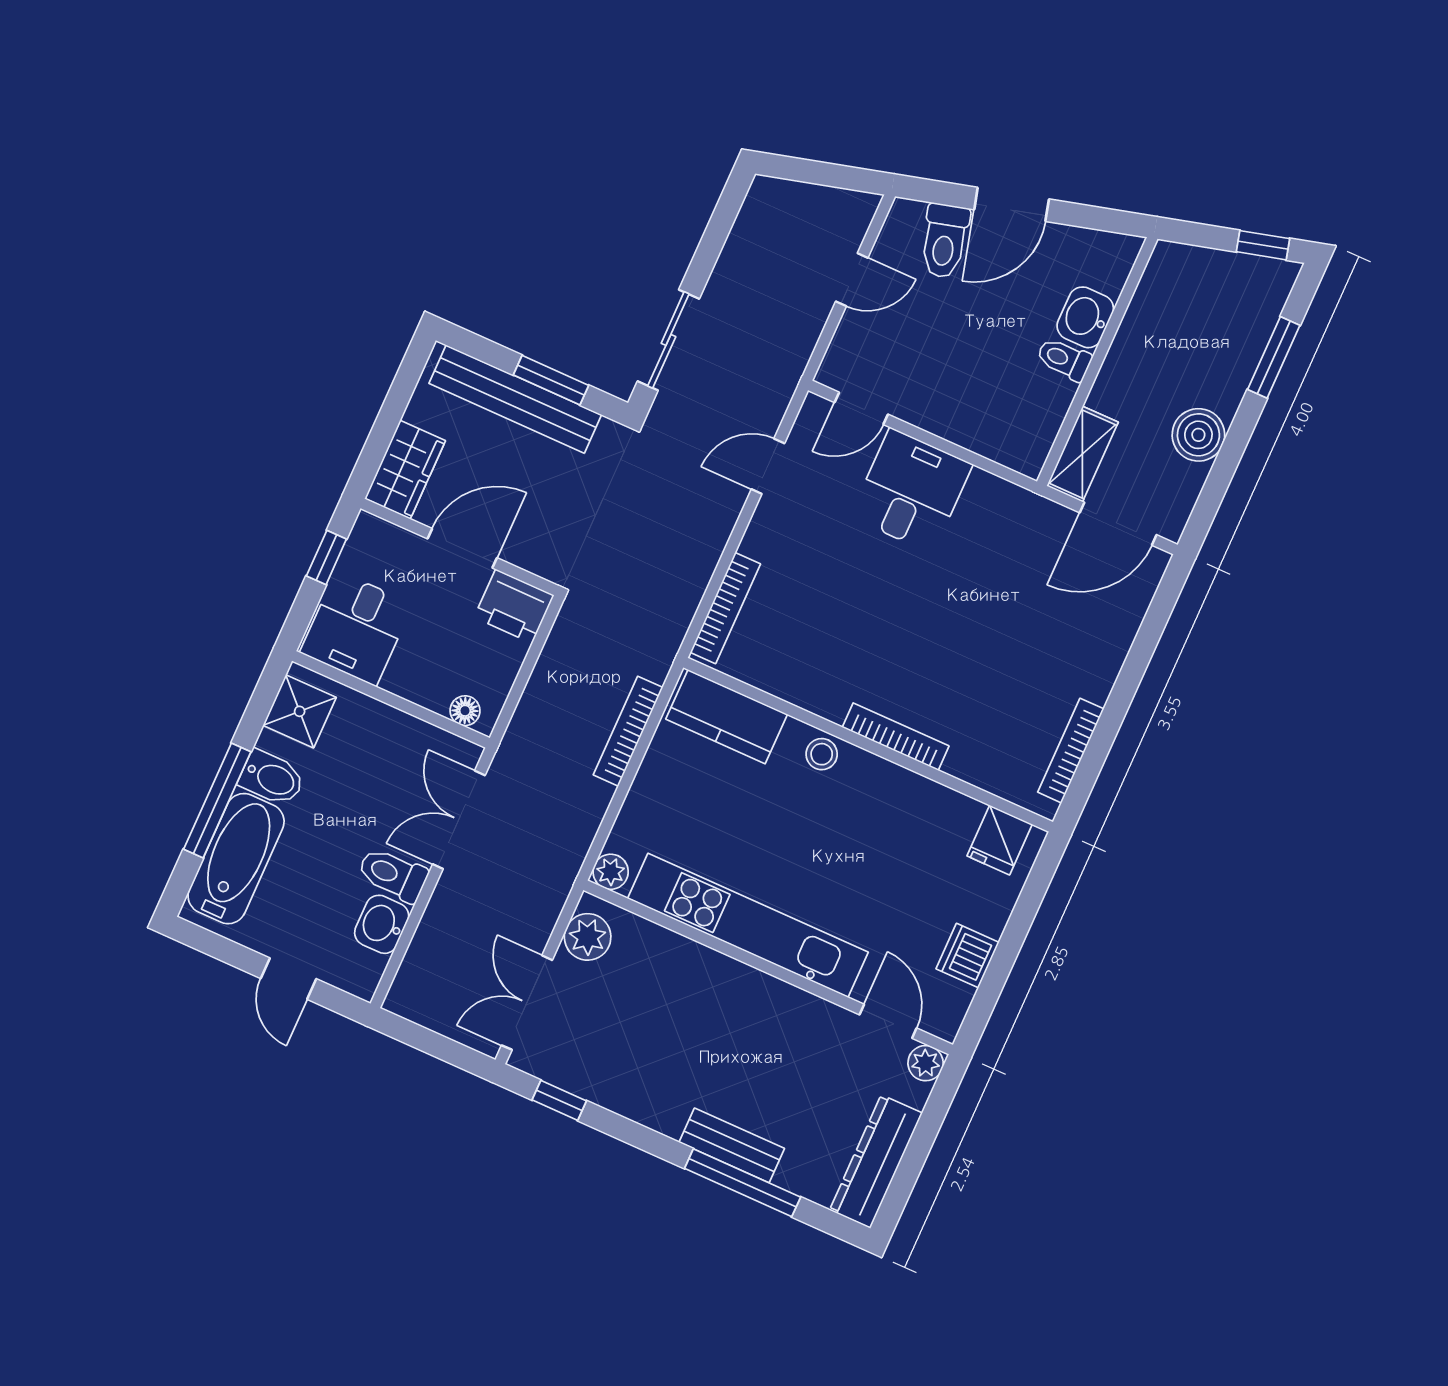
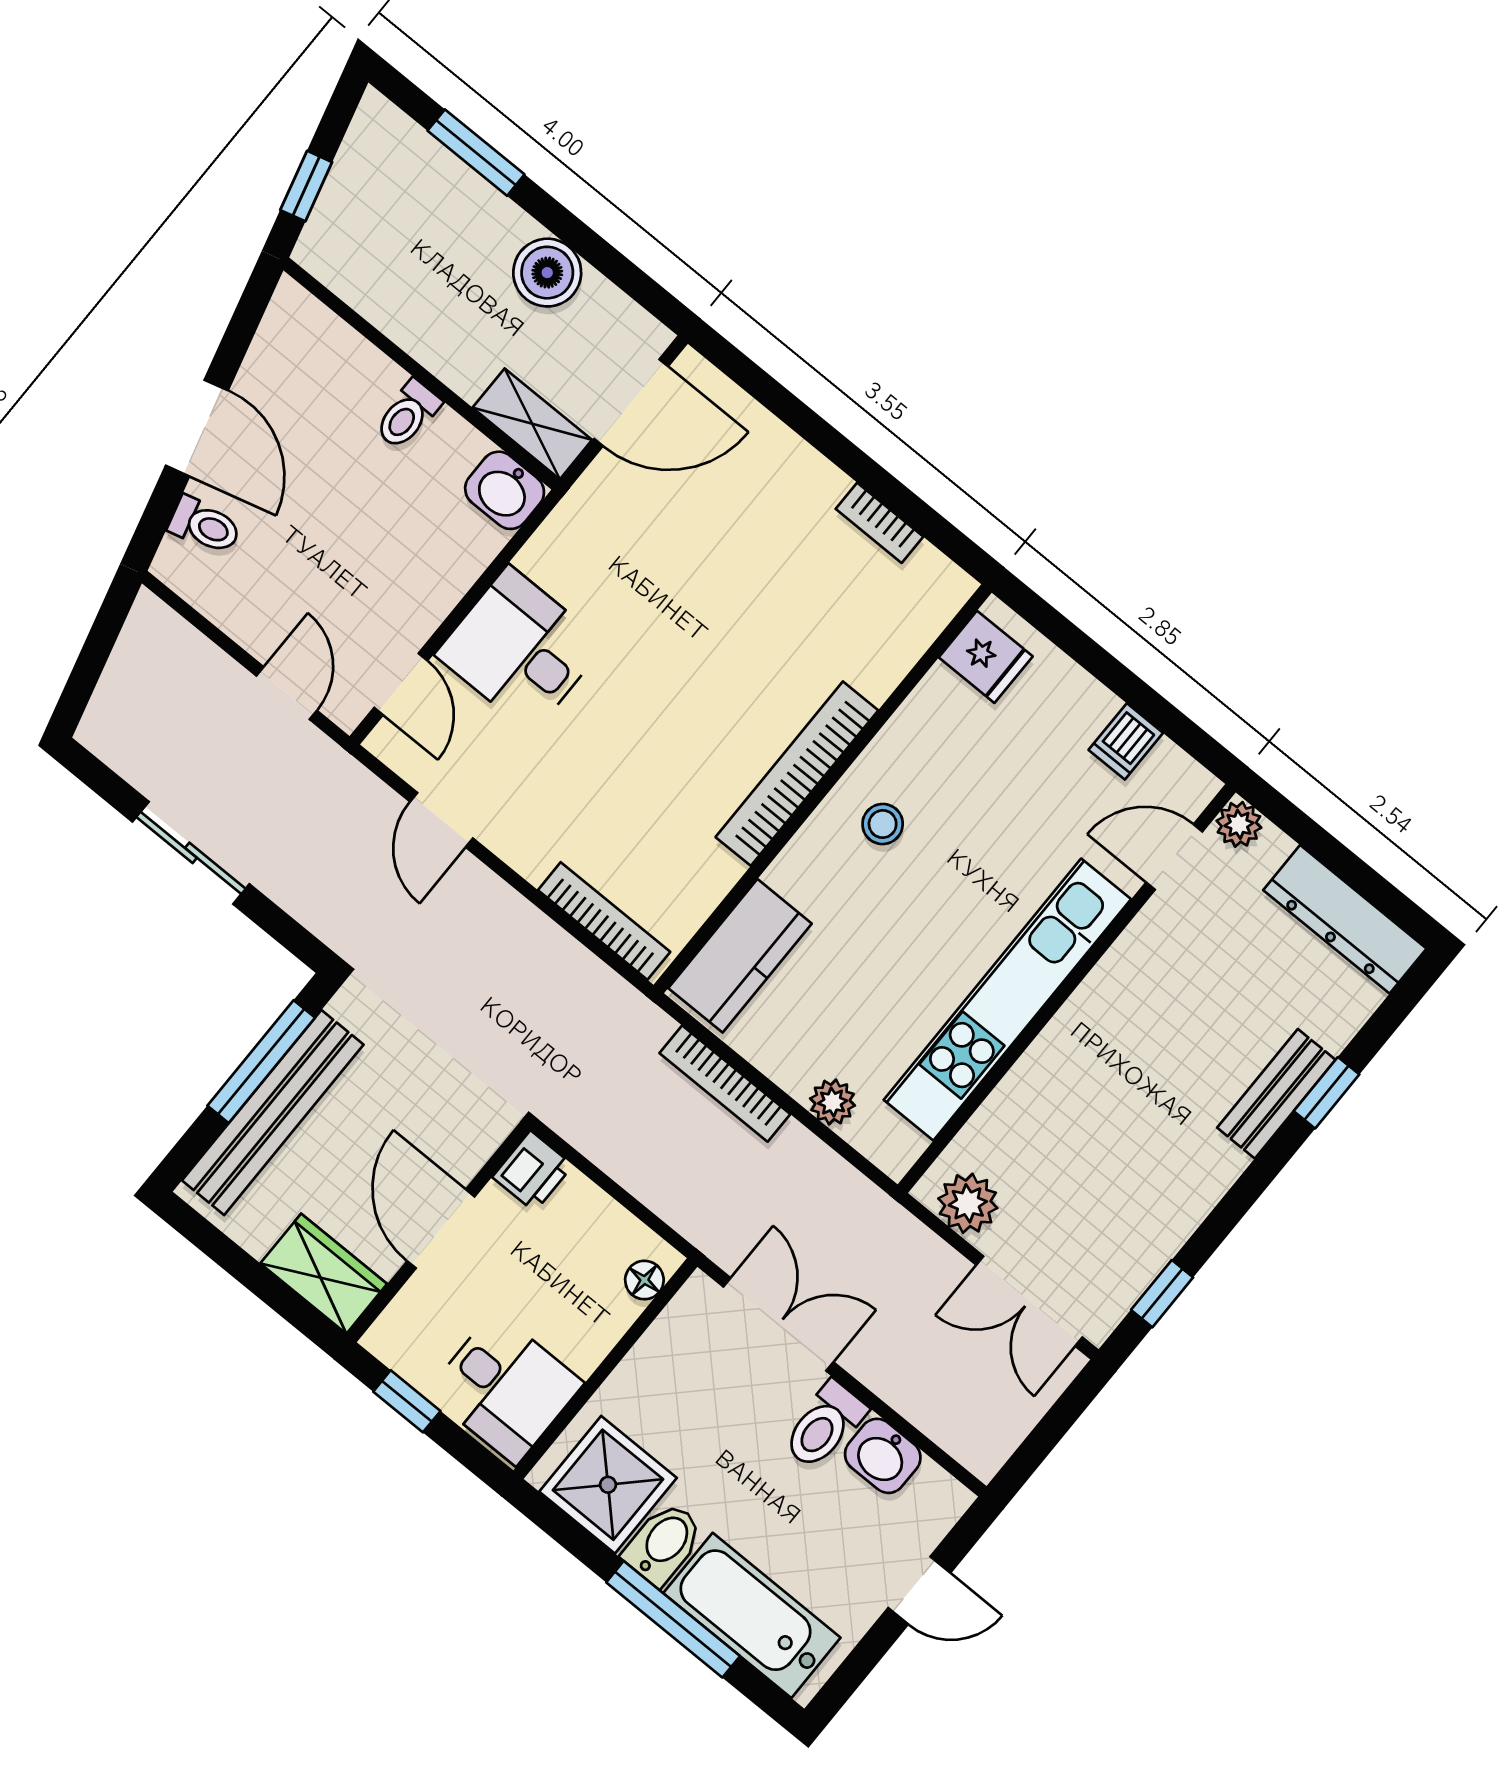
toilet: (945, 241) -> (205, 525), width x0.73, depth x0.72
window: (1263, 245) -> (306, 186), moved
door: (852, 280) -> (287, 693), moved
washbasin: (1085, 317) -> (505, 490), moved
sliding door: (668, 340) -> (191, 853), moved
window: (551, 380) -> (261, 1062), width x1.44
door: (1118, 524) -> (631, 403), hinge flipped
printer: (514, 606) -> (533, 1171), width x0.73, depth x0.81
shower: (300, 711) -> (608, 1485), width x1.36, depth x1.36
bookcase: (896, 737) -> (797, 774), width x1.48, depth x1.31
bookcase: (1071, 751) -> (879, 523), width x0.64
stool: (822, 754) -> (883, 824), moved
double door: (459, 820) -> (778, 1324), swing flipped
plant: (611, 872) -> (833, 1102), moved
dishwasher: (968, 956) -> (1126, 741), width x0.73
window: (743, 1183) -> (1327, 1093), width x0.46

